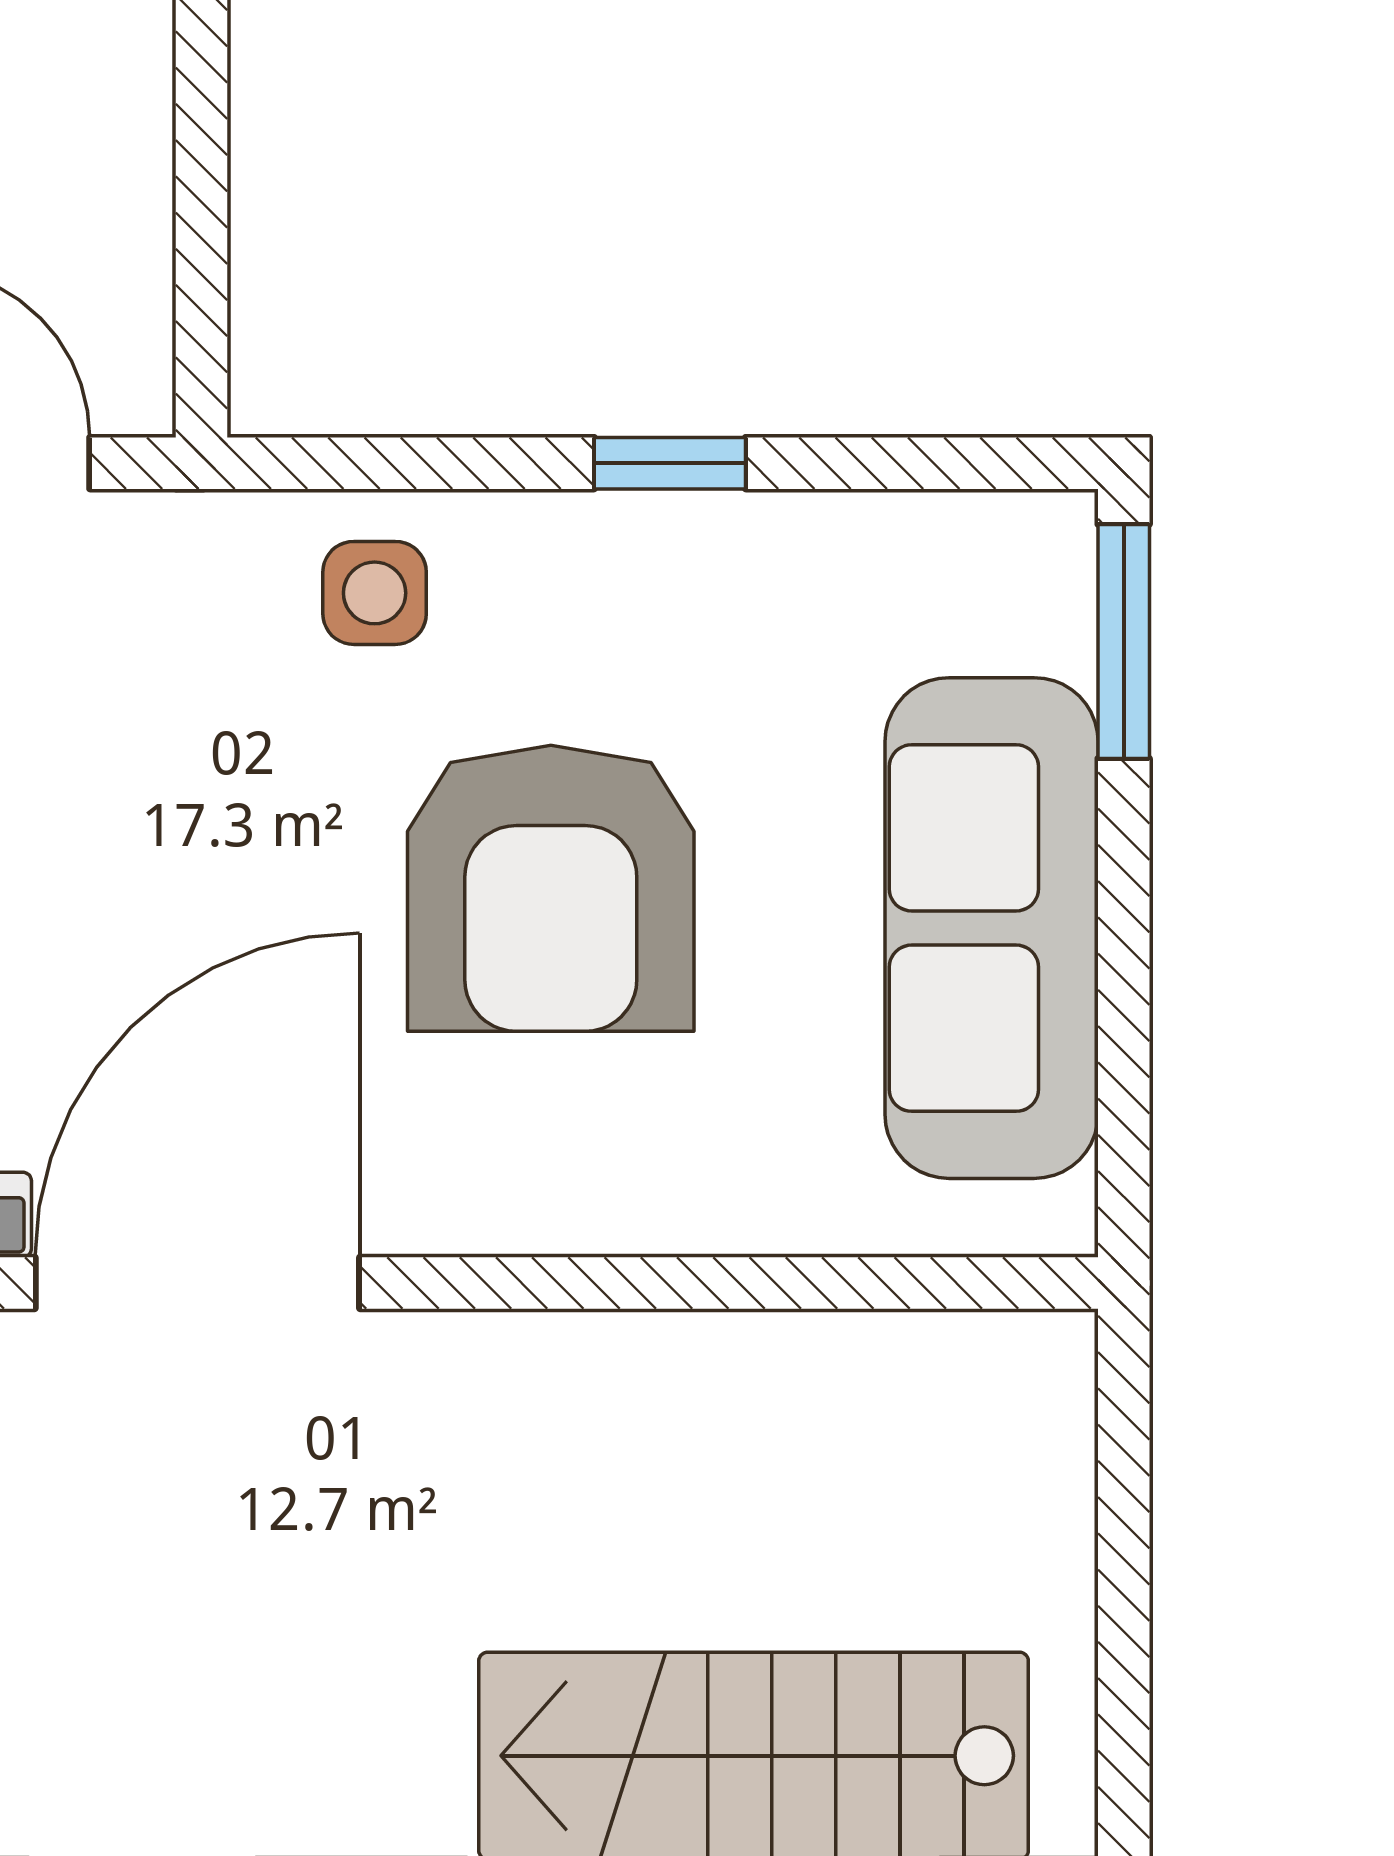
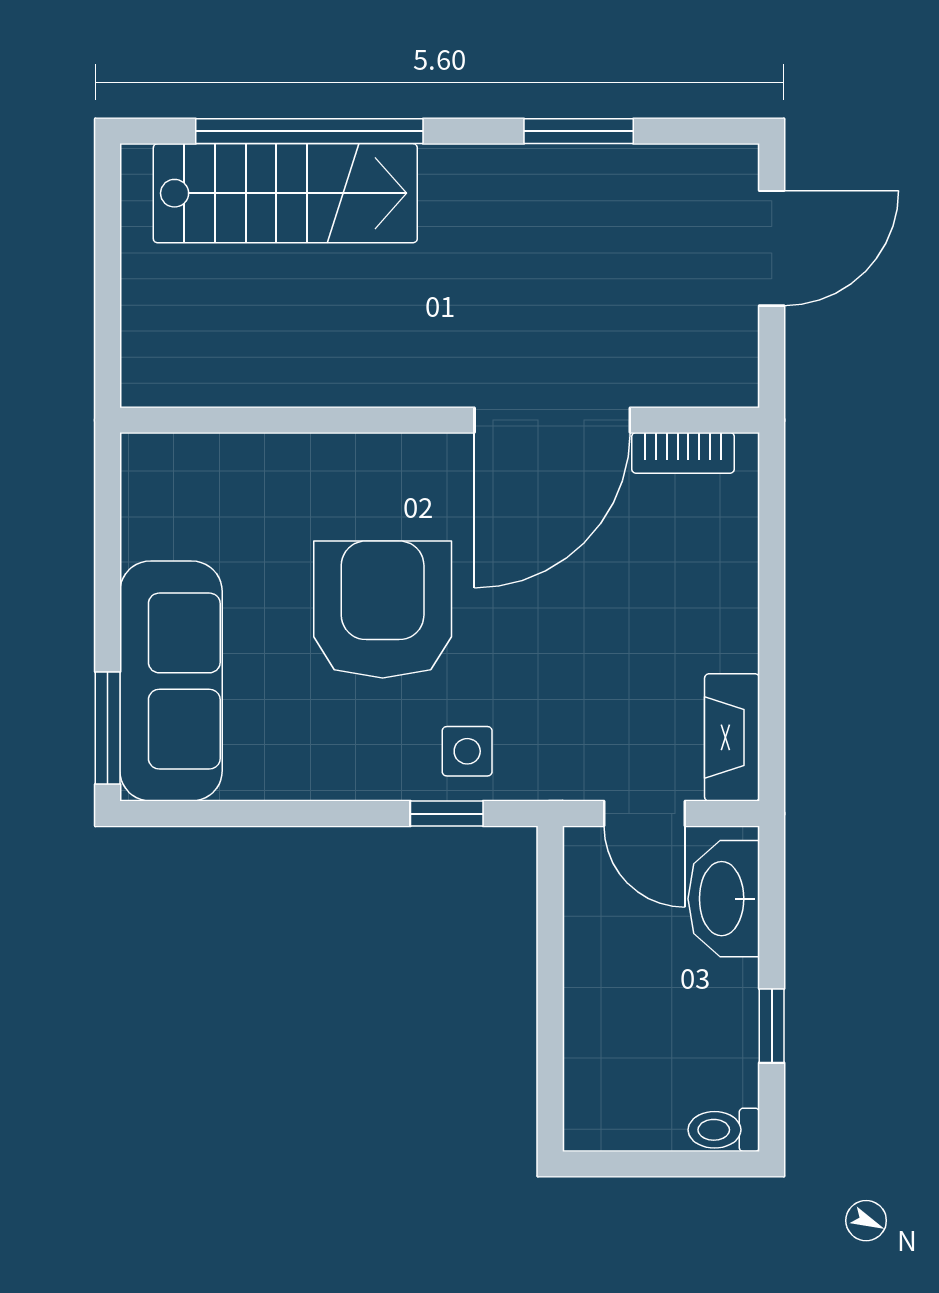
window: (670, 463) -> (447, 814), moved
sofa: (992, 928) -> (171, 681), moved

